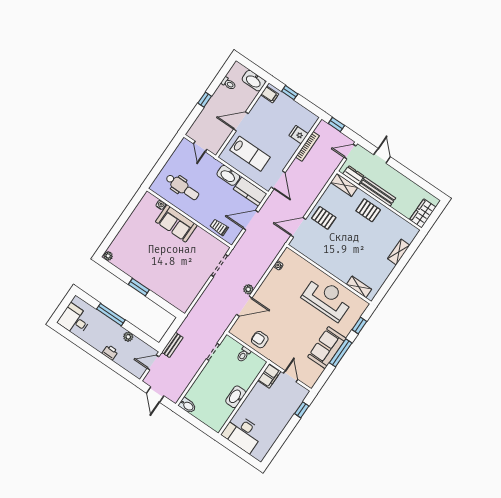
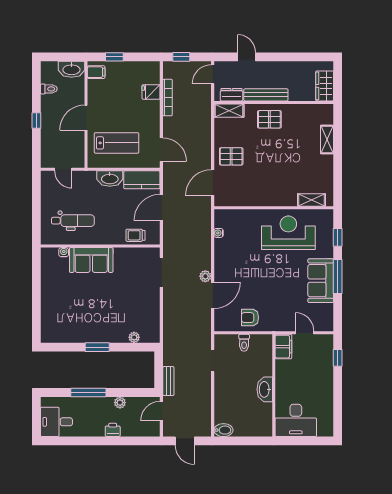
plant: (108, 256) -> (134, 337), moved

